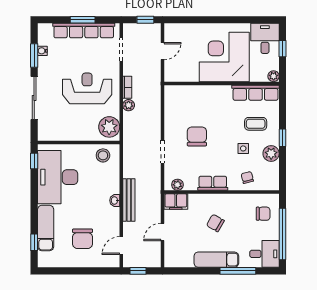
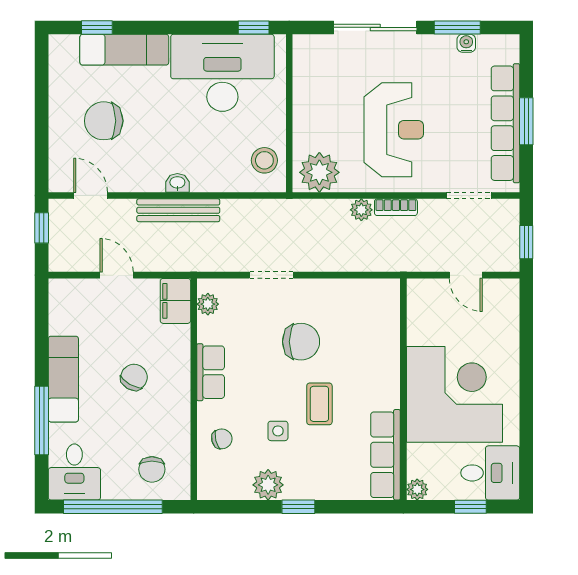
coffee table: (256, 124) -> (319, 404), moved

